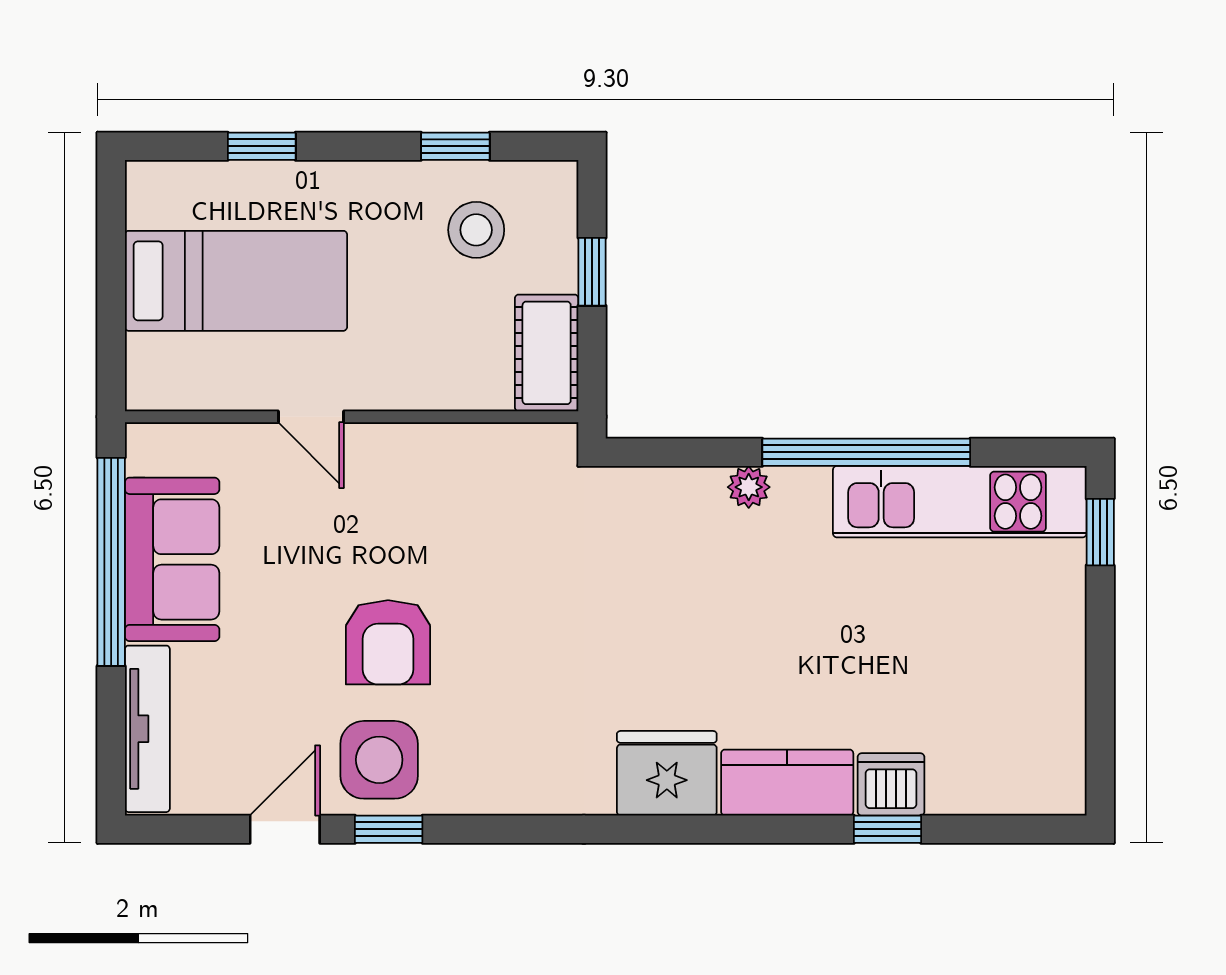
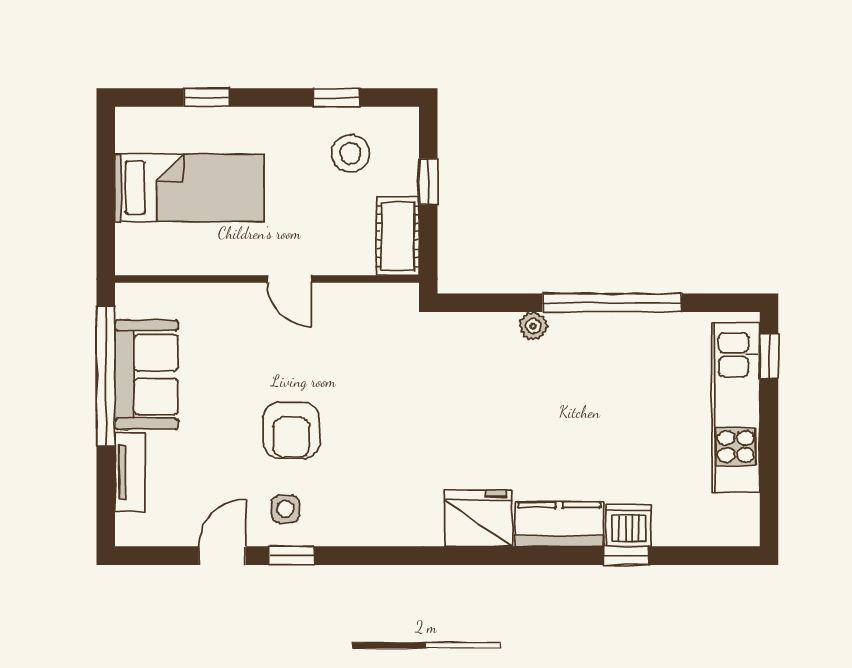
door: (311, 417) -> (289, 279), moved
kitchen unit: (960, 502) -> (736, 407), moved, turned 90
tv unit: (147, 729) -> (130, 472), width x0.71
side table: (379, 760) -> (285, 509), width x0.54, depth x0.54

